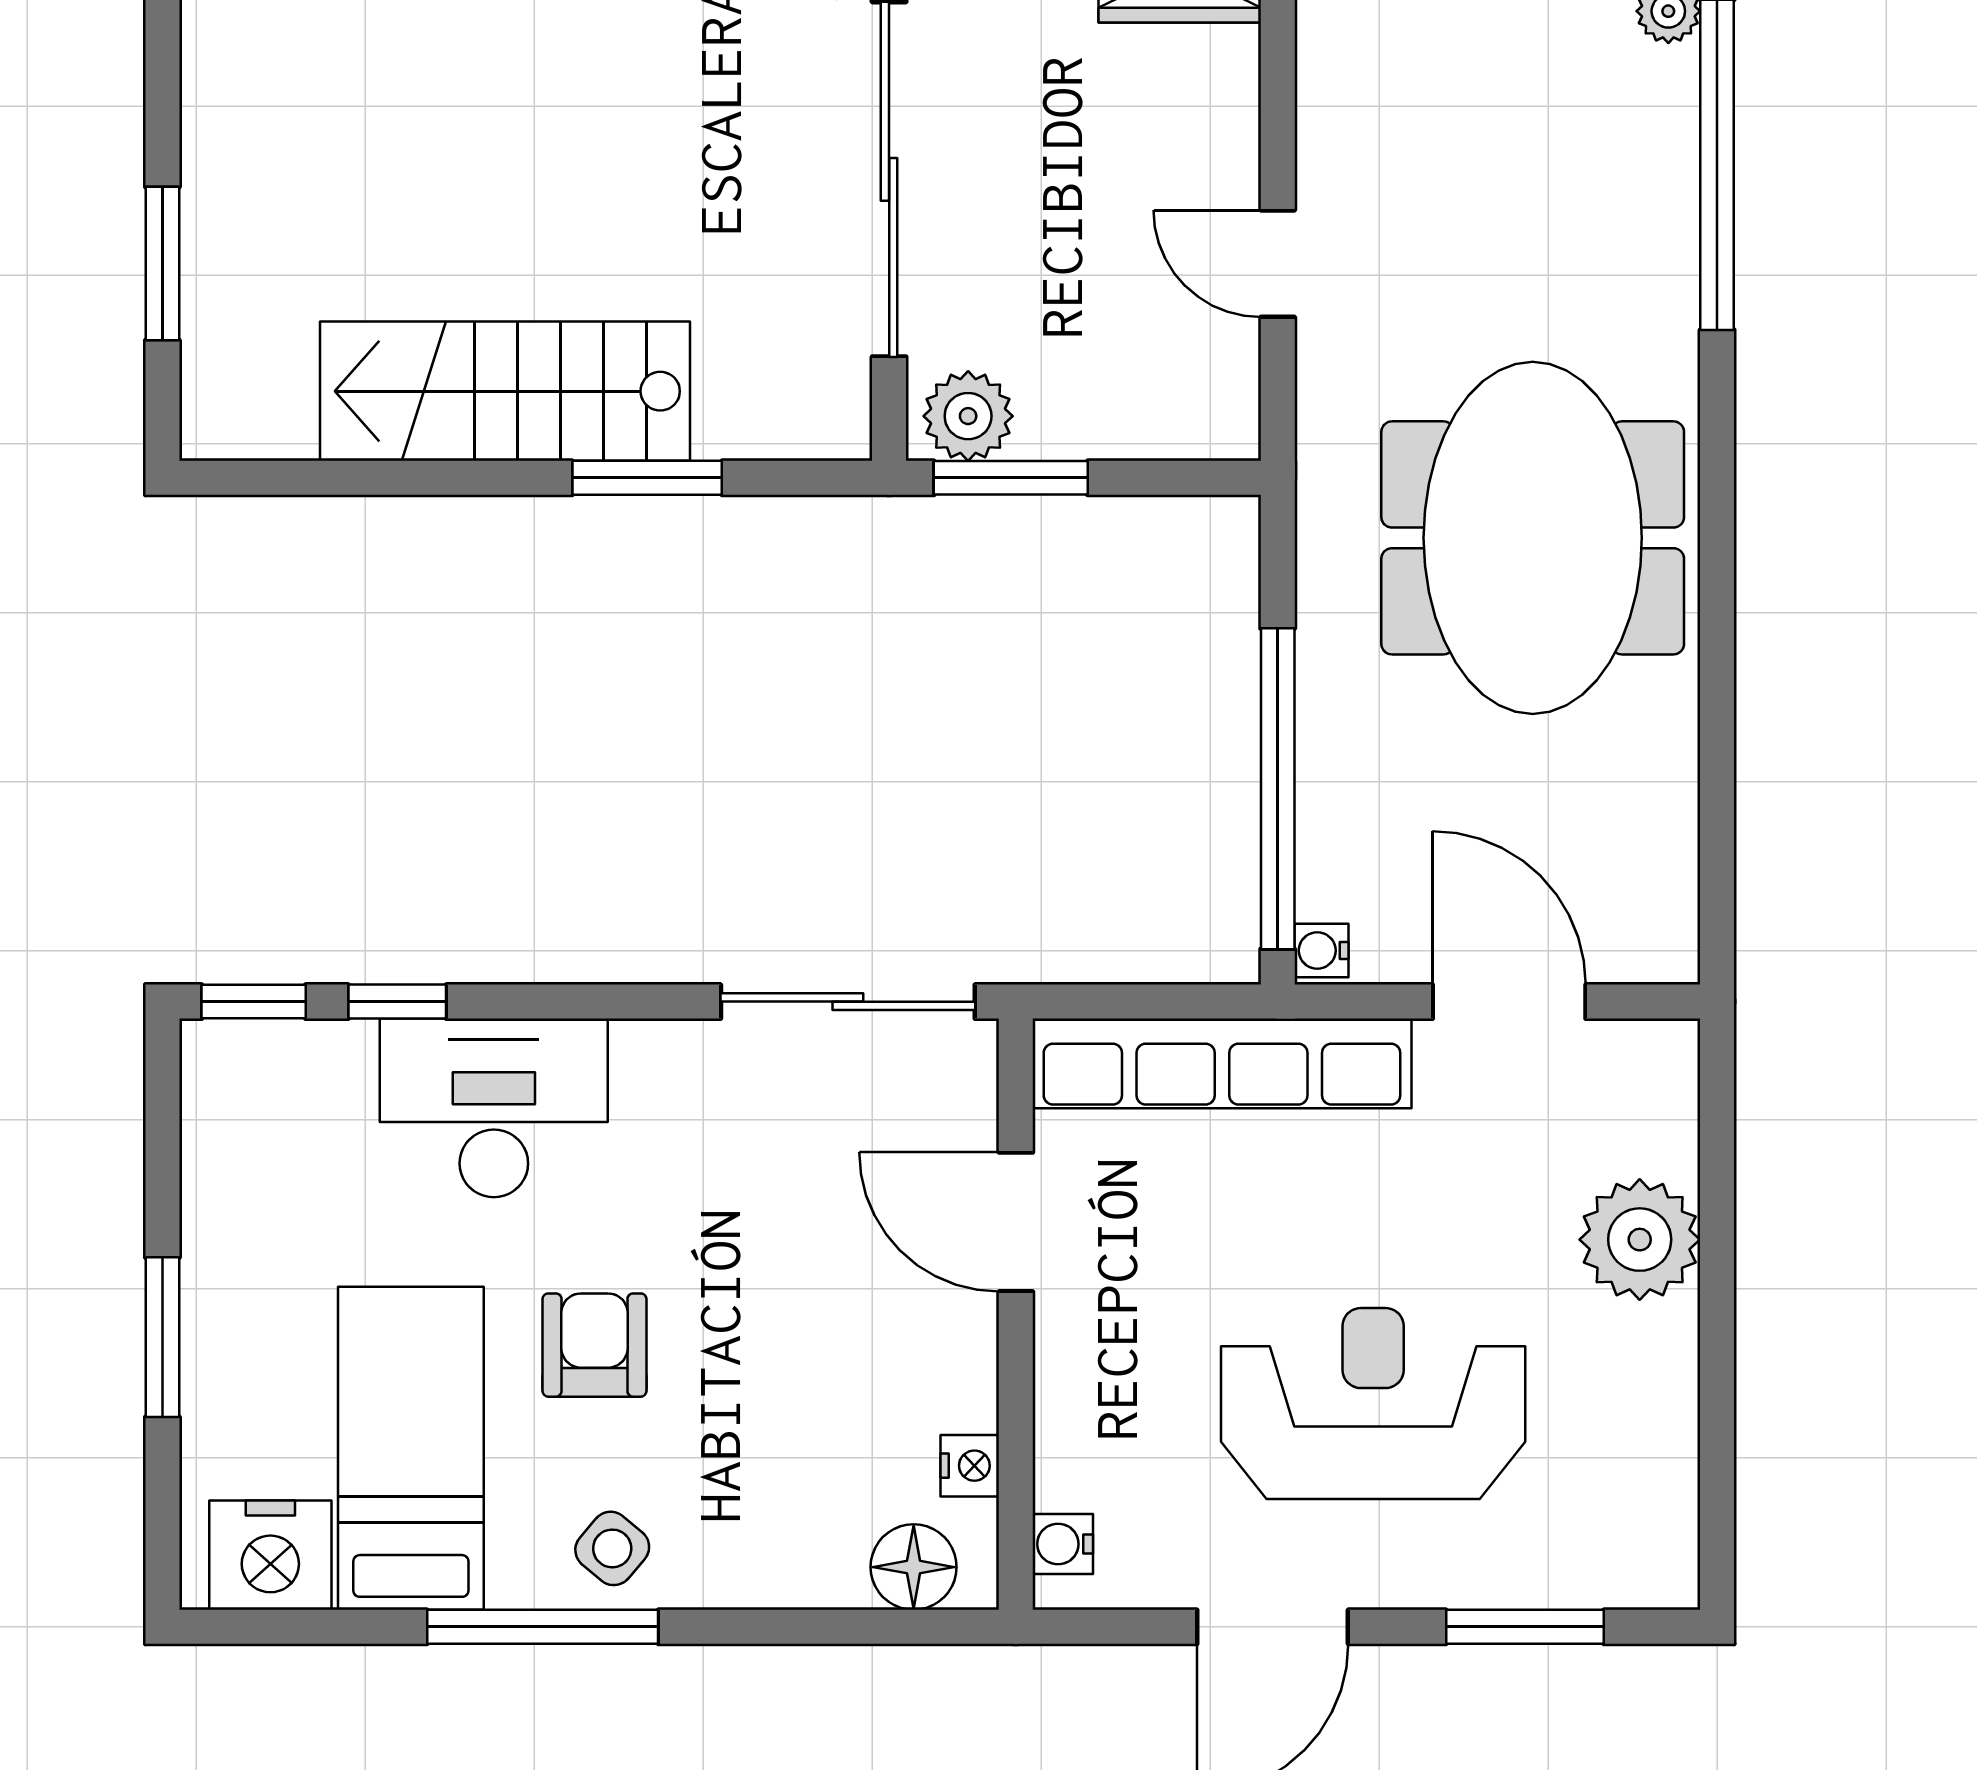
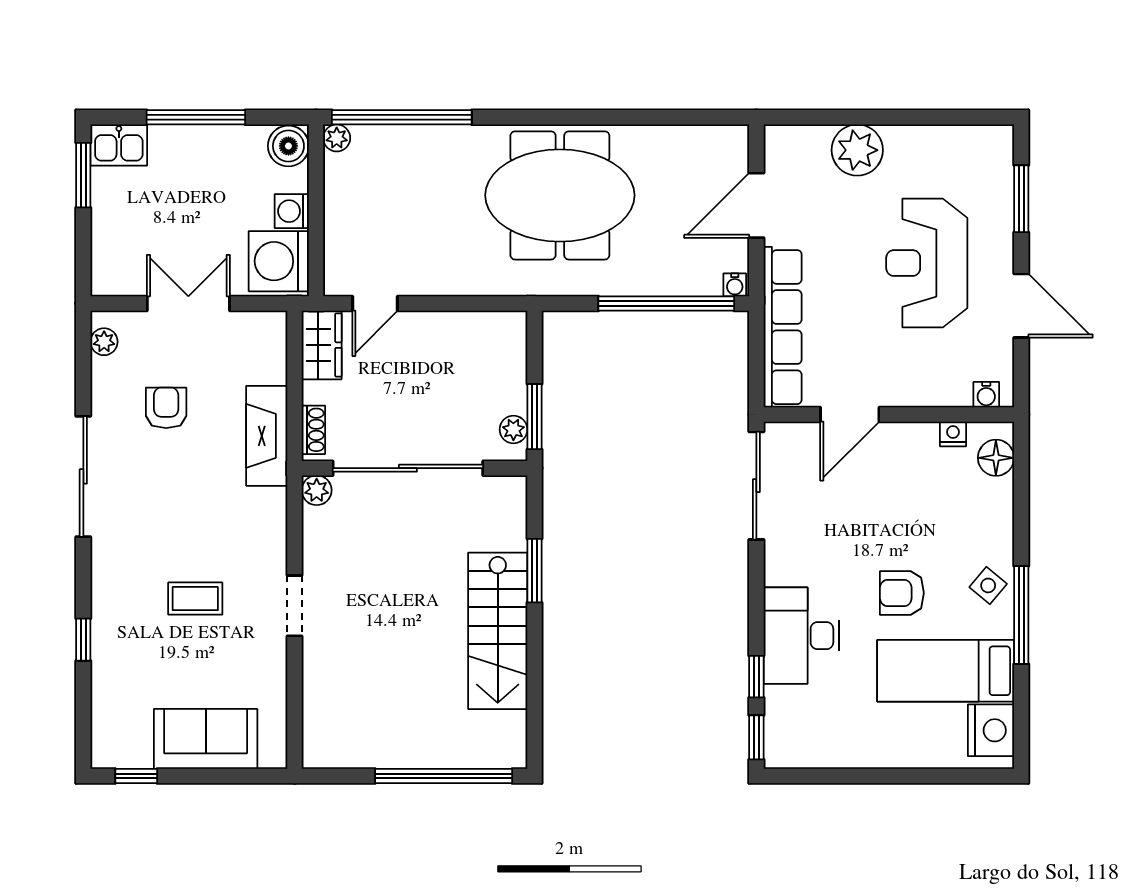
window: (162, 264) -> (444, 776), width x2.11
door: (1278, 264) -> (375, 303), moved
plant: (968, 416) -> (513, 429), width x0.73, depth x0.73
window: (162, 1337) -> (899, 776), removed

